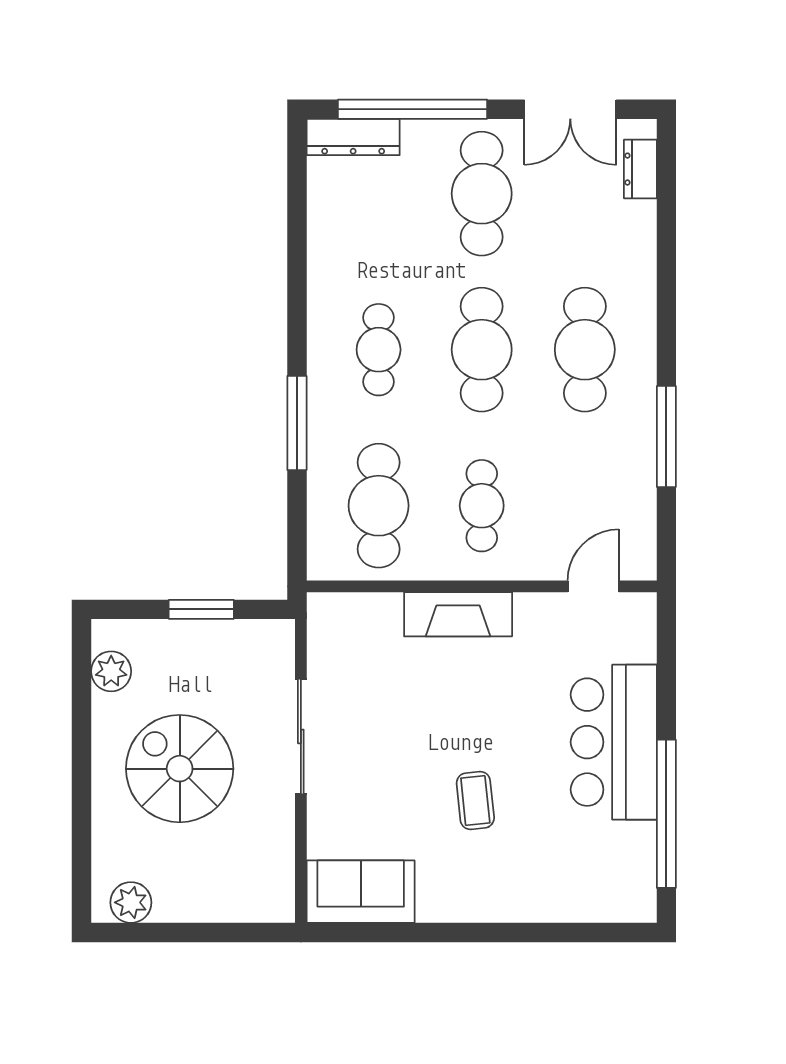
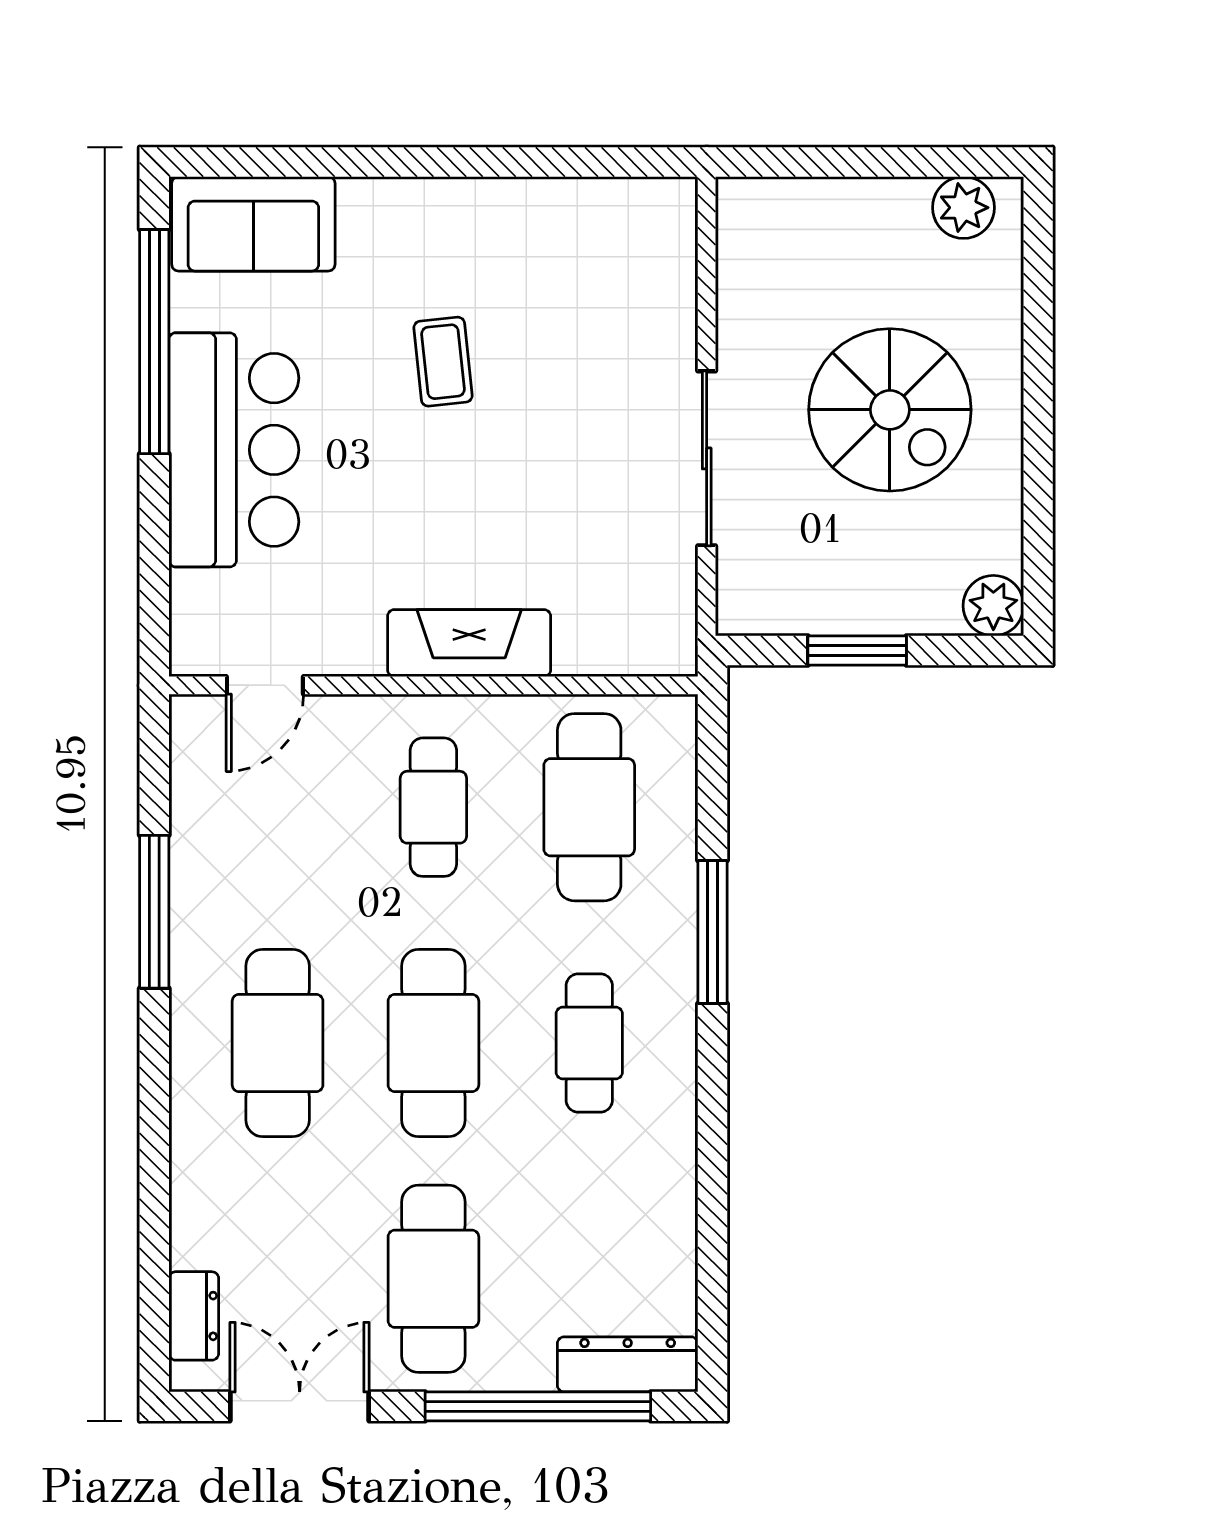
plant: (111, 671) -> (993, 606), moved
sofa: (361, 892) -> (253, 224), moved

